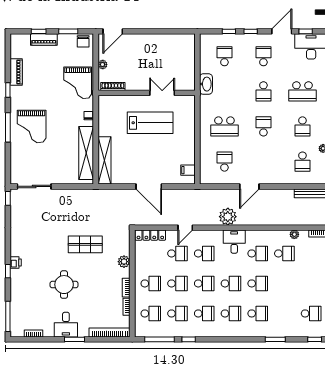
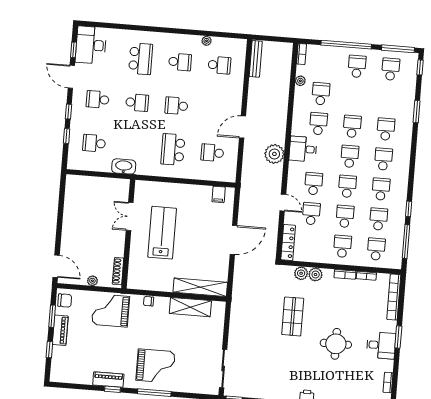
piano: (44, 40) -> (60, 330), moved
piano: (16, 72) -> (108, 380), moved
grand piano: (78, 83) -> (111, 310), turned 180
school desk: (224, 126) -> (173, 150), turned 180
shelving: (86, 153) -> (190, 307), width x0.68
door: (249, 186) -> (243, 127), swing flipped
plant: (124, 249) -> (301, 273), added
school desk: (311, 283) -> (357, 66), added

